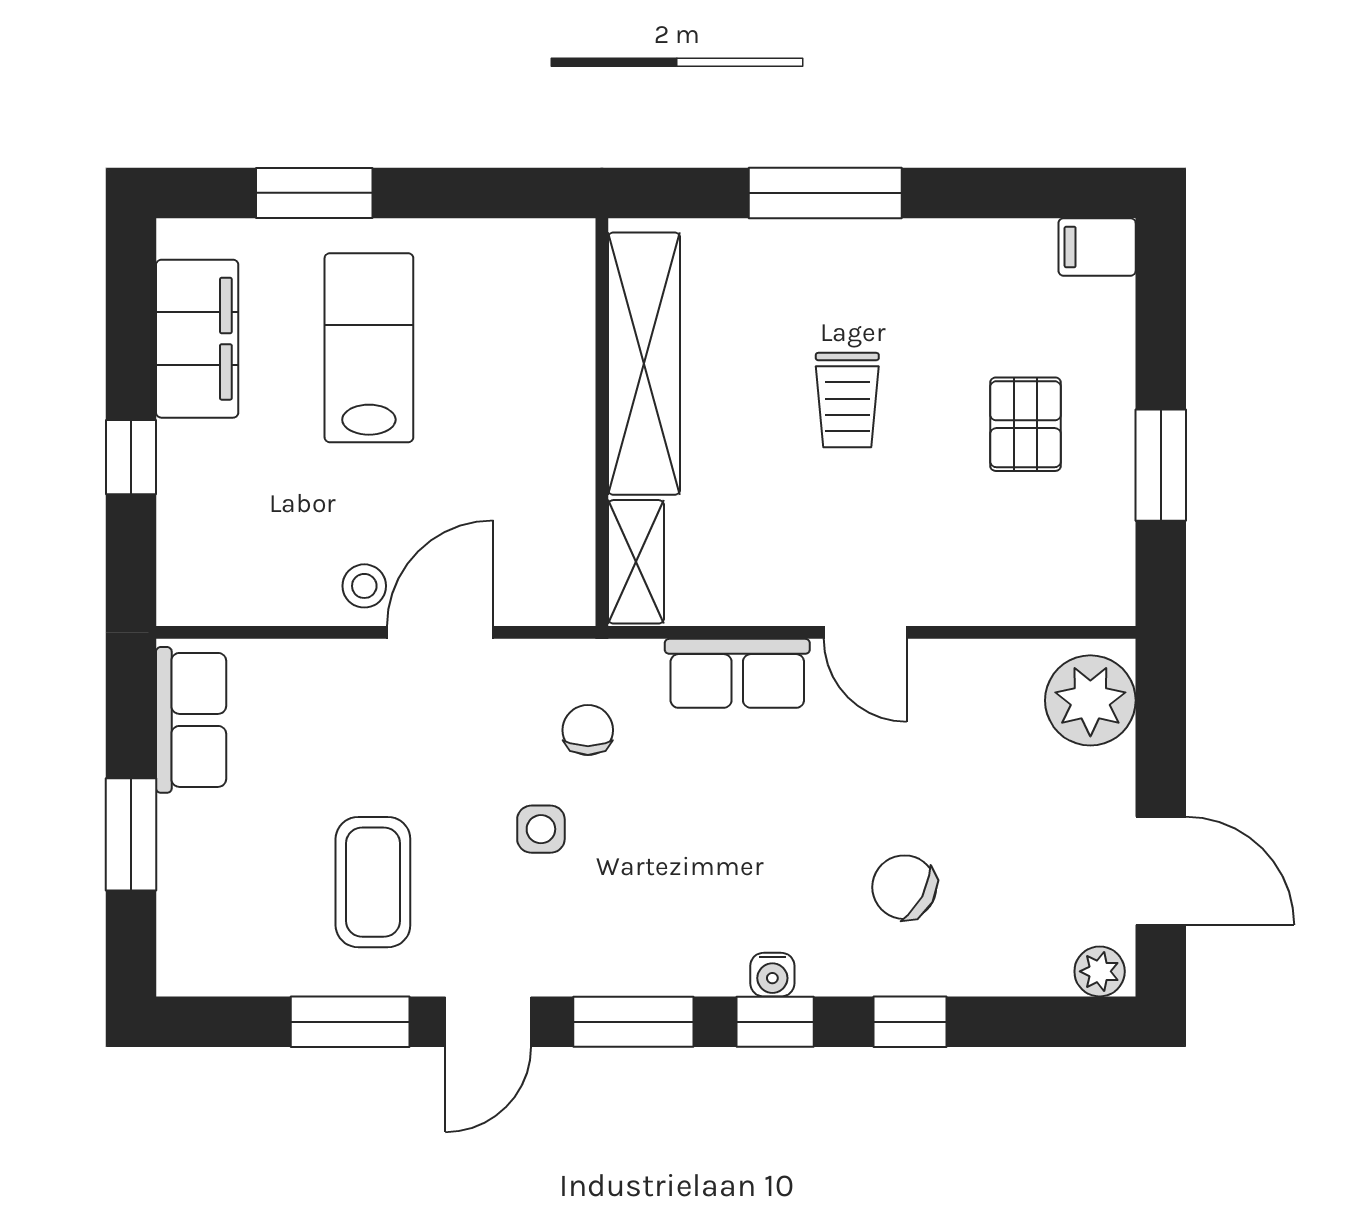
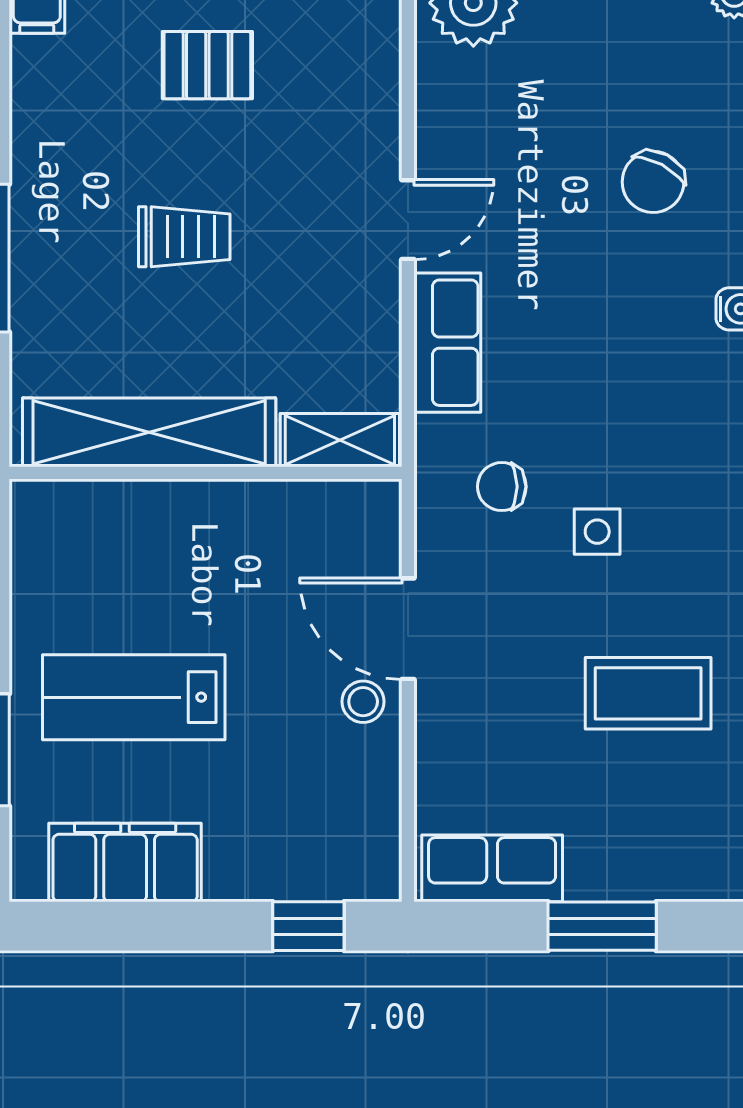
window: (131, 457) -> (308, 926), moved

